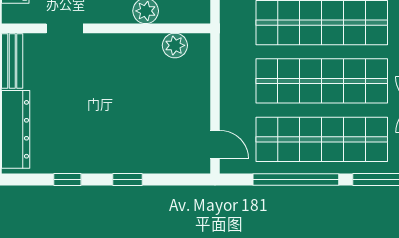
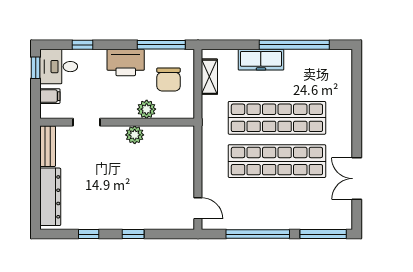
plant: (175, 45) -> (135, 135), moved
shop shelf: (322, 139) -> (277, 204), removed

